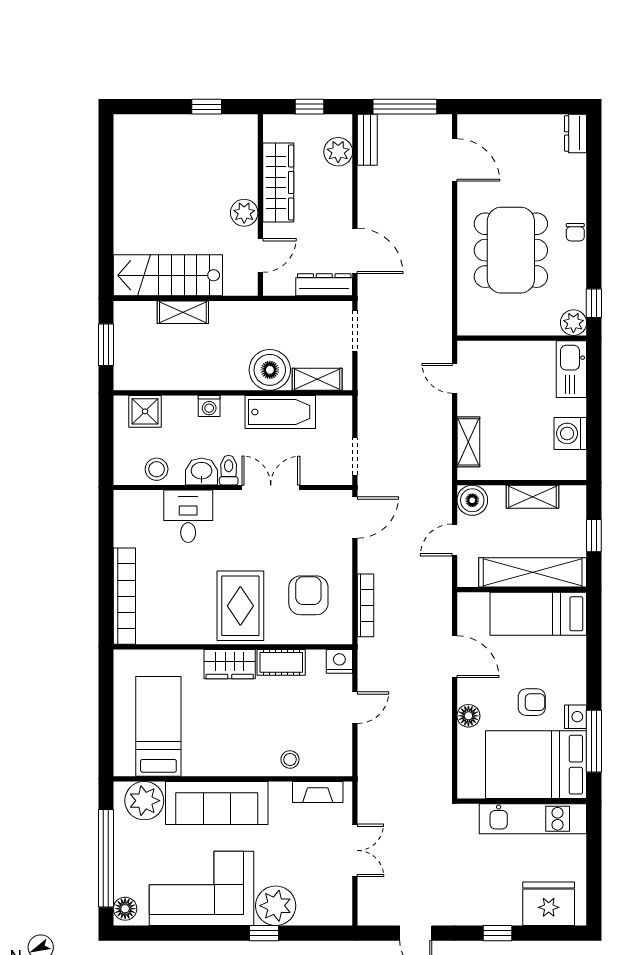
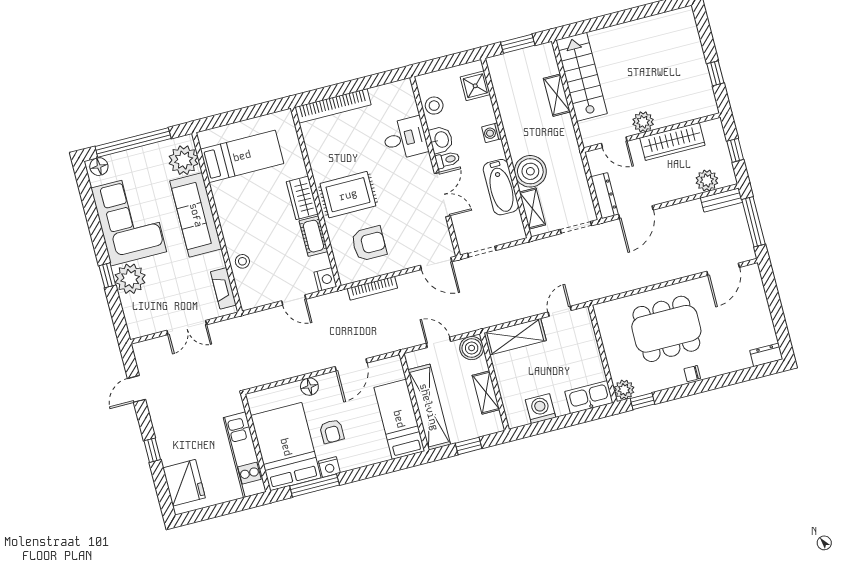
shelving: (468, 442) -> (515, 337), width x1.50, depth x1.33

